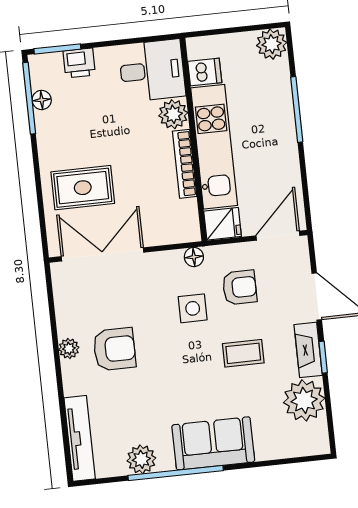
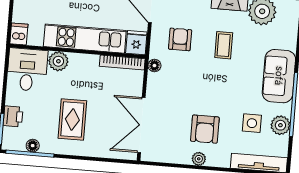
dishwasher: (205, 72) -> (19, 34), moved
bookcase: (185, 164) -> (122, 62), moved
rug: (83, 188) -> (72, 119), moved
side table: (193, 308) -> (252, 123), moved
armchair: (114, 349) -> (205, 129), turned 180

